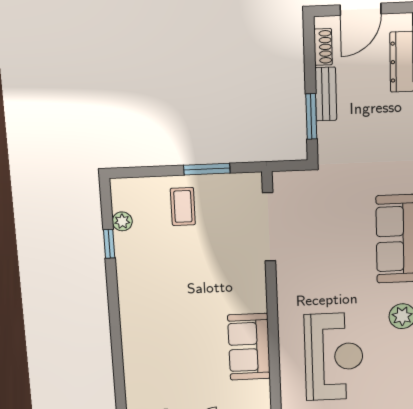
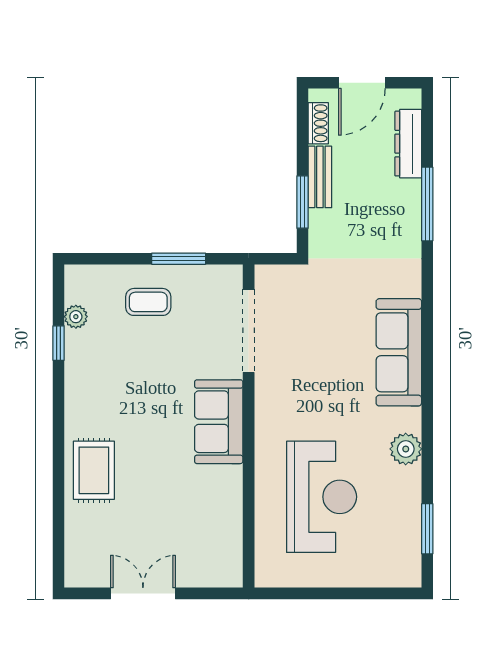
coffee table: (183, 207) -> (148, 302), turned 90
rug: (146, 344) -> (94, 470), added
sofa: (249, 347) -> (219, 422), moved

